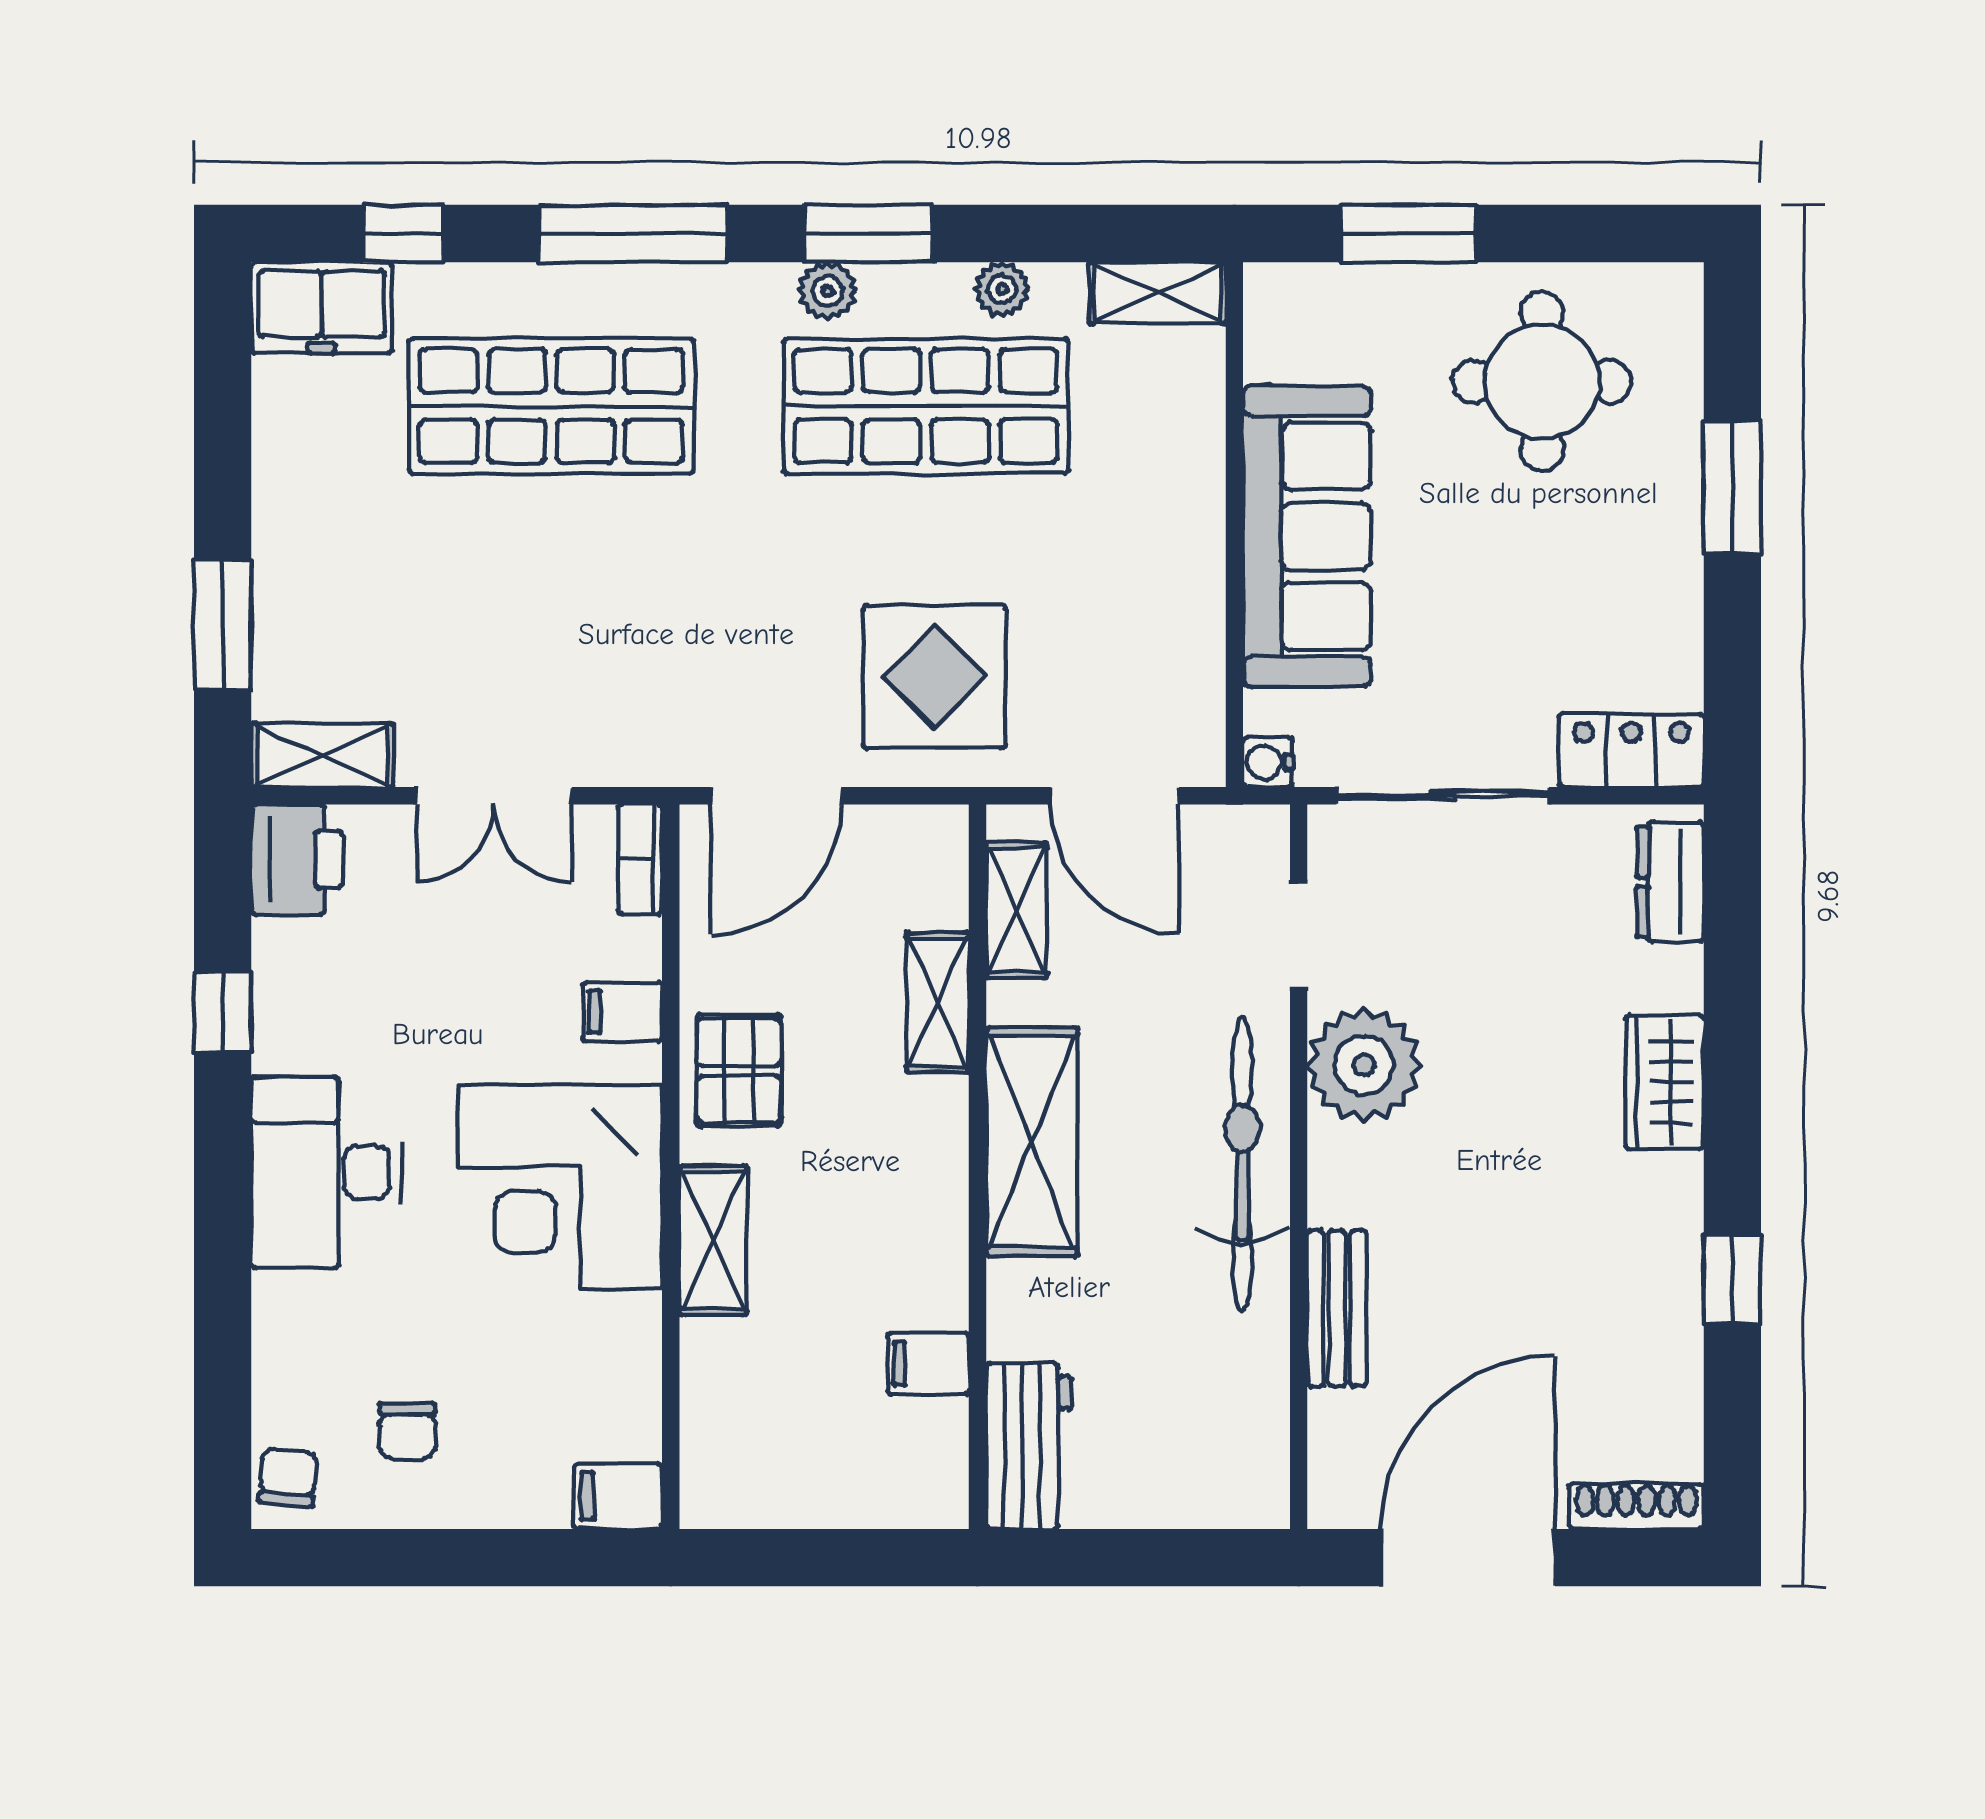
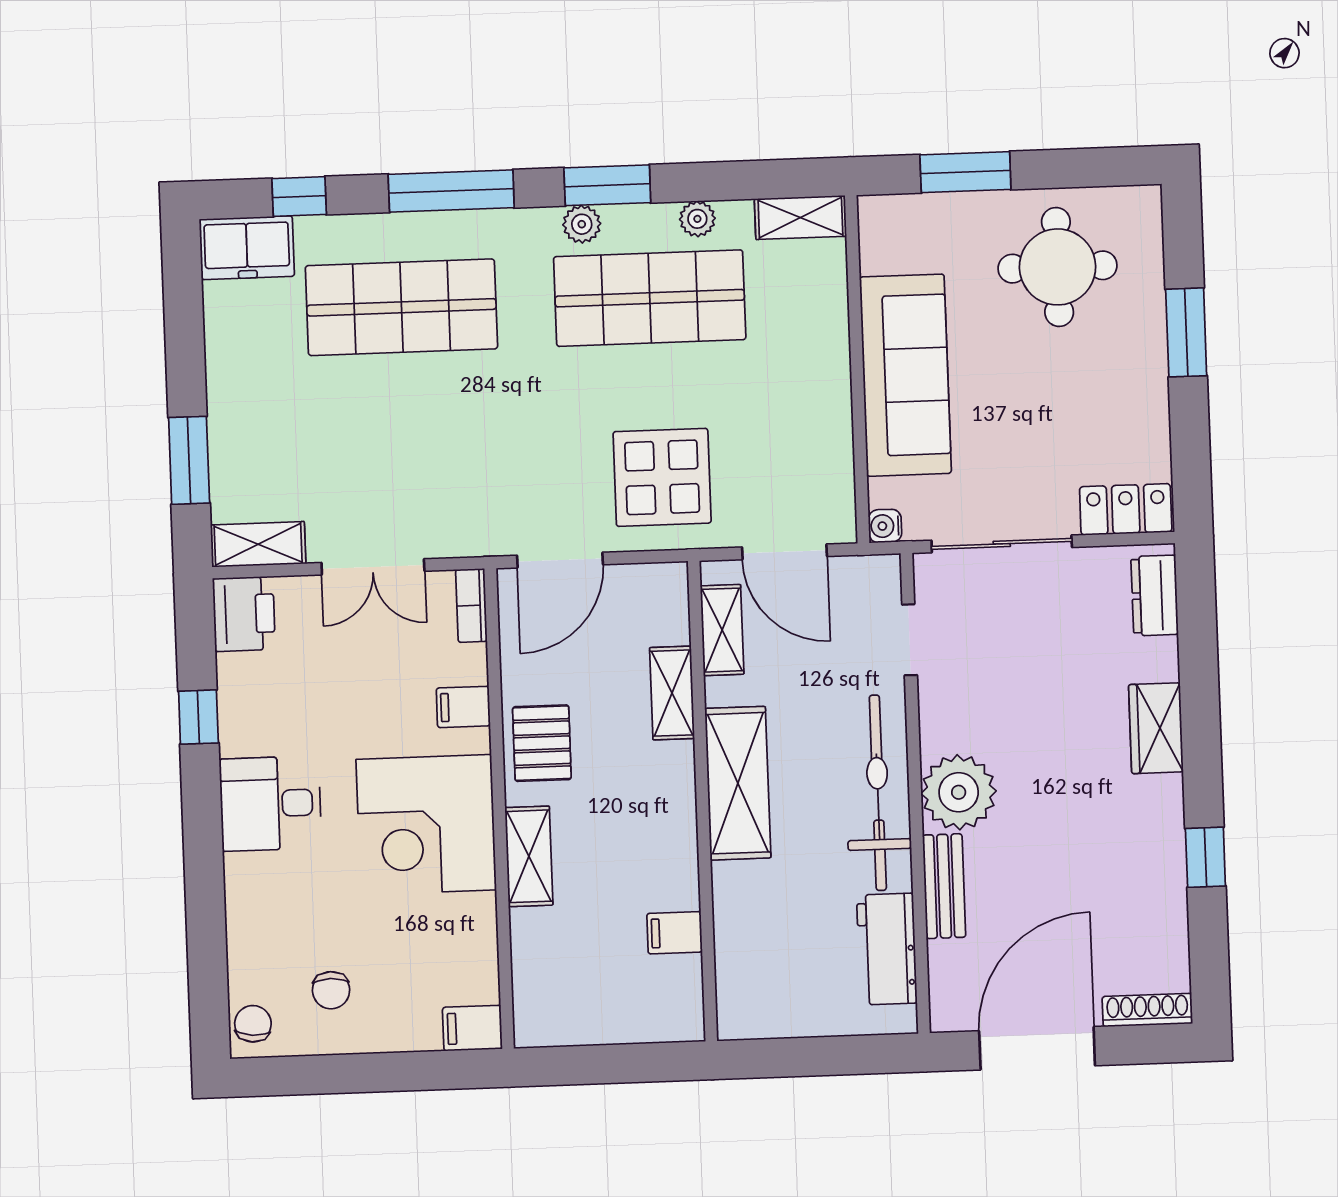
plant: (1364, 1065) -> (959, 792), moved
desk: (326, 1173) -> (270, 804), width x0.73
workbench: (1029, 1446) -> (887, 949), moved, turned 180

